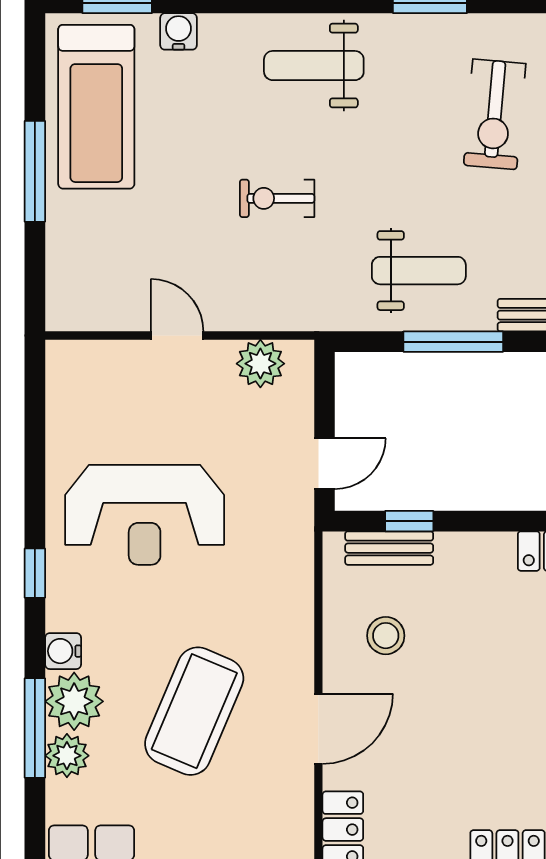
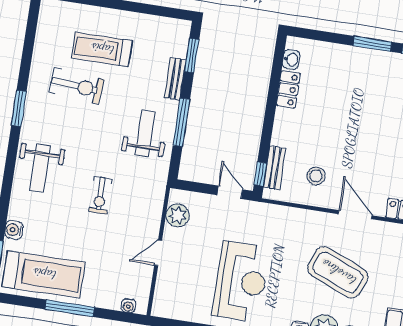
water cooler: (59, 291) -> (128, 306), added
window: (409, 521) -> (261, 174), moved

